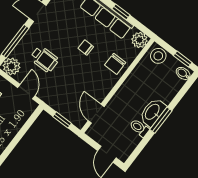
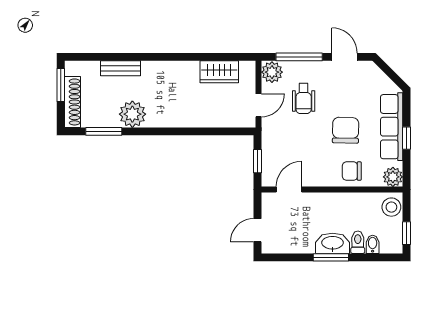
chair: (86, 48) -> (346, 130), width x1.87, depth x1.87
bidet: (183, 73) -> (373, 244), moved
toilet: (139, 128) -> (358, 242), moved

